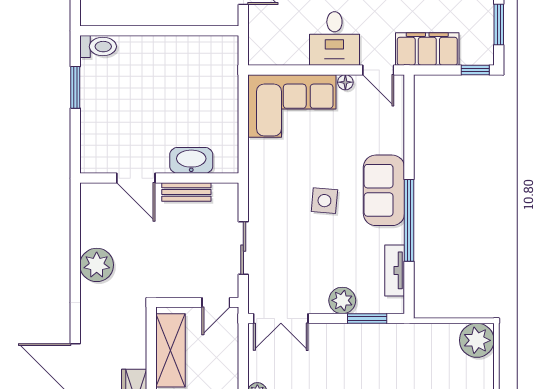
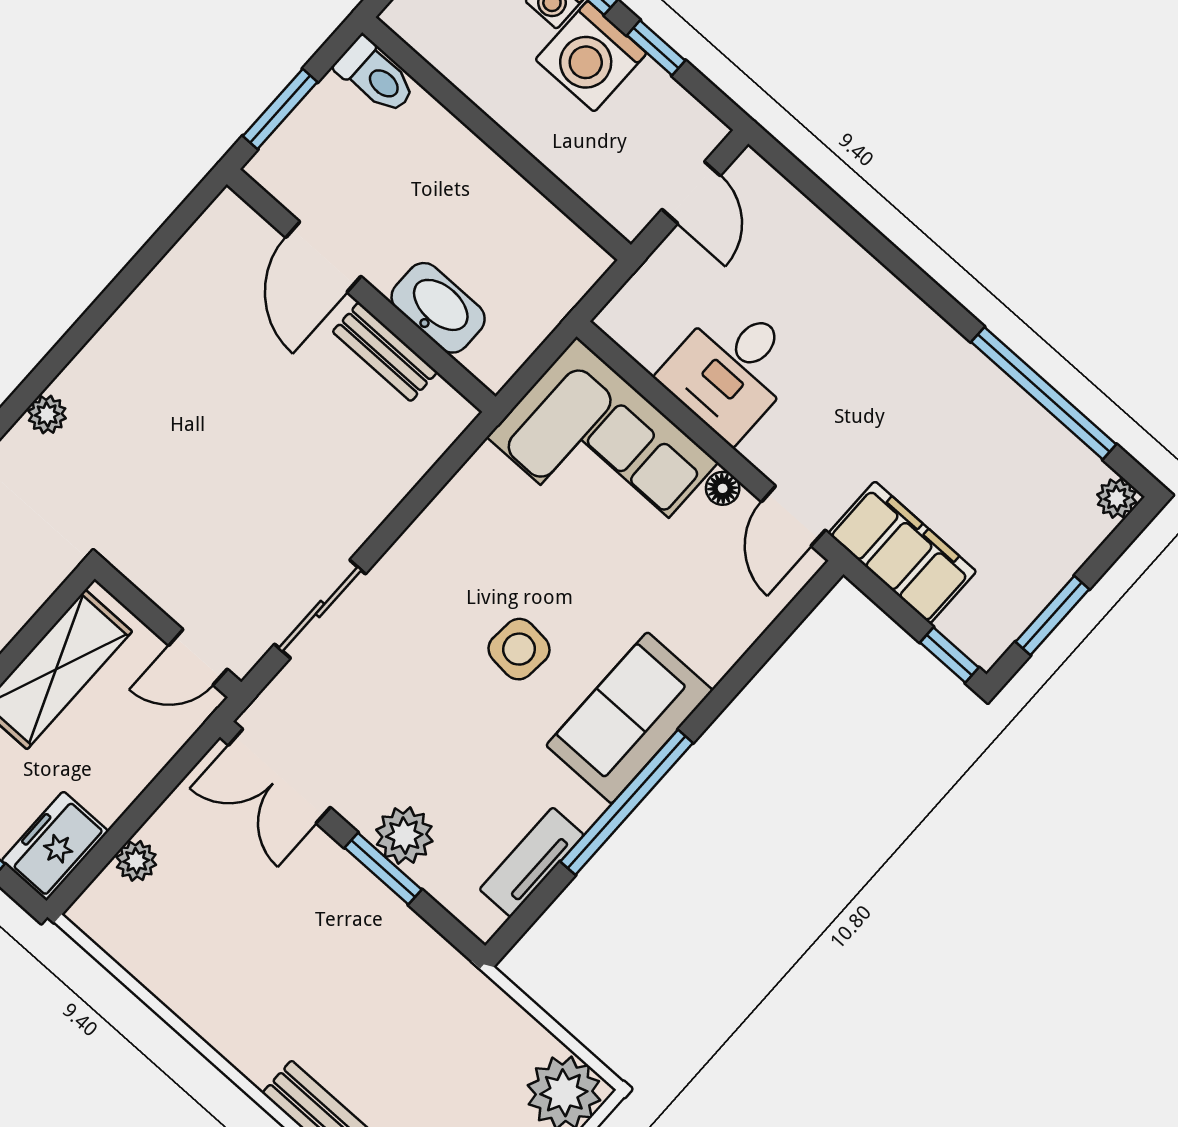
desk: (334, 38) -> (731, 370), moved
washbasin: (191, 160) -> (438, 308), moved
door: (136, 178) -> (323, 257), moved
wall: (159, 178) -> (361, 290), moved
bench: (186, 192) -> (385, 352), moved
plant: (97, 265) -> (47, 415), width x0.53, depth x0.53
window: (367, 318) -> (383, 869), moved

